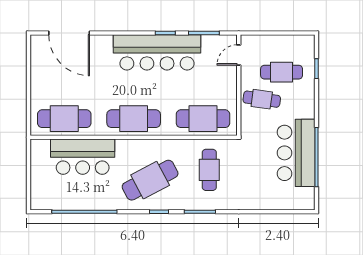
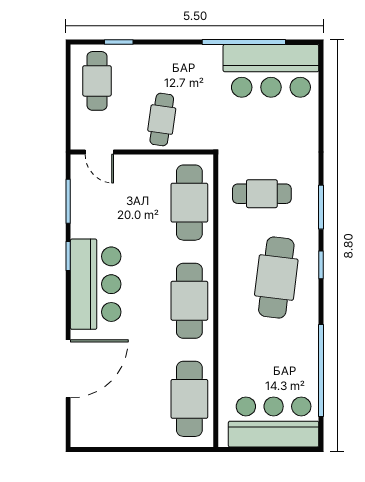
door: (69, 33) -> (68, 369), moved
bar counter: (157, 52) -> (96, 284), width x0.73
cafe table: (282, 72) -> (97, 81), moved
bar counter: (296, 153) -> (271, 71), moved
bar counter: (83, 157) -> (274, 422), moved, turned -90
cafe table: (150, 180) -> (276, 278), turned 35

